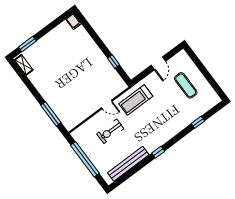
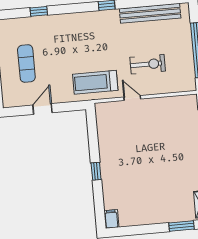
window: (113, 62) -> (96, 171), moved
treadmill: (136, 100) -> (95, 82), turned 180

